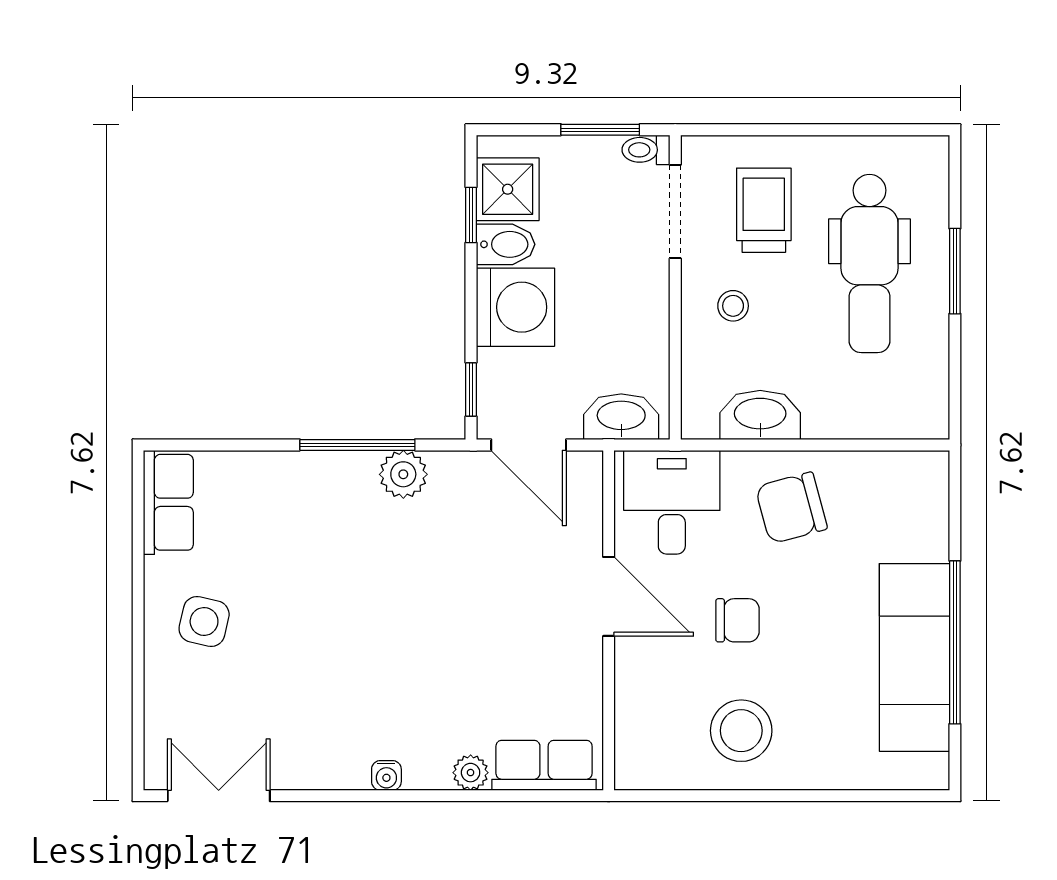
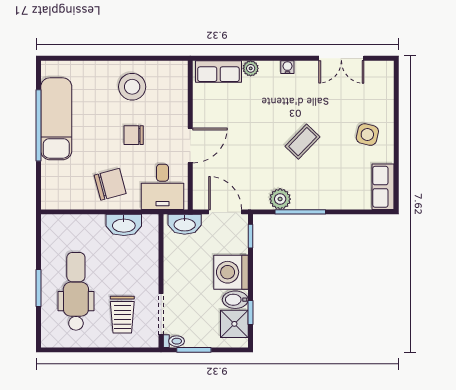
stool: (733, 306) -> (136, 273), removed
door: (609, 596) -> (190, 145), swing flipped
coffee table: (352, 605) -> (303, 142), added
double door: (219, 796) -> (341, 58), moved

